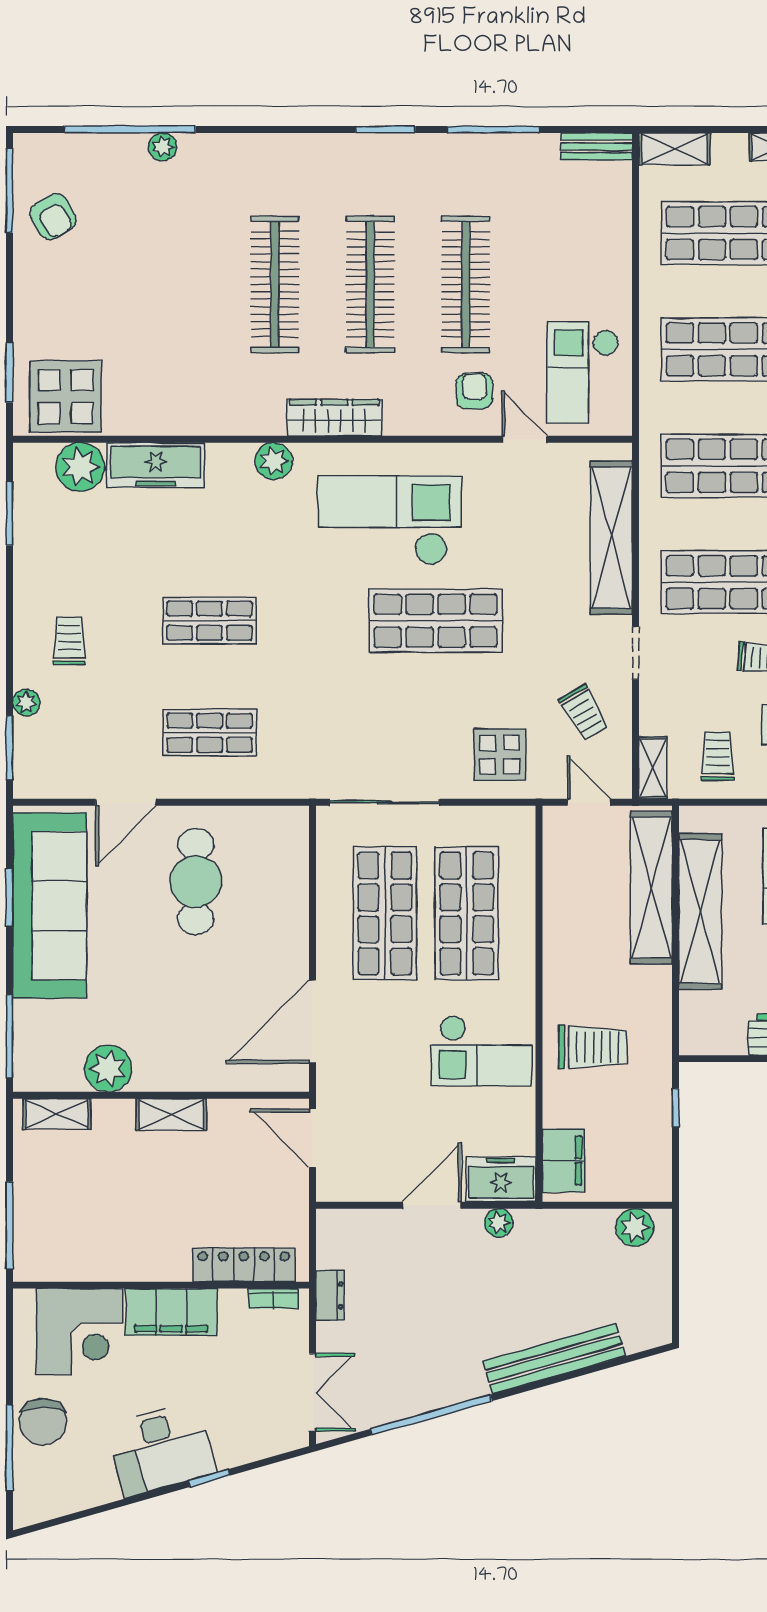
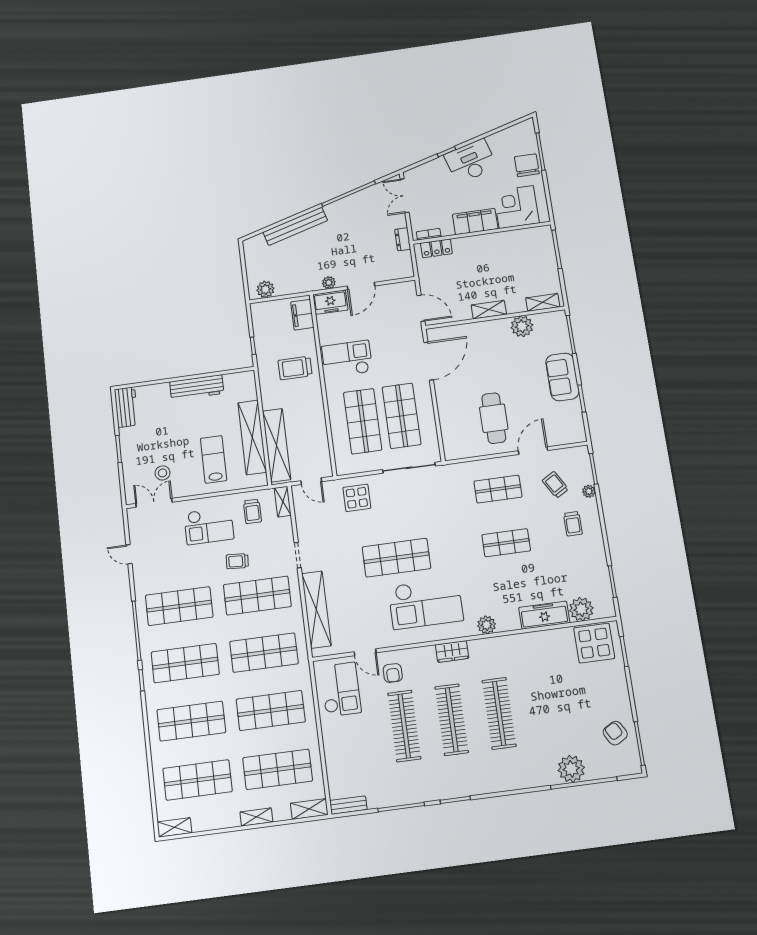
plant: (162, 147) -> (571, 769), width x1.88, depth x1.88
wardrobe: (334, 418) -> (452, 651), width x0.67
trolley: (584, 713) -> (555, 485), moved
sofa: (50, 906) -> (562, 377), width x0.54, depth x0.79
locker: (244, 1265) -> (436, 248), width x0.66

